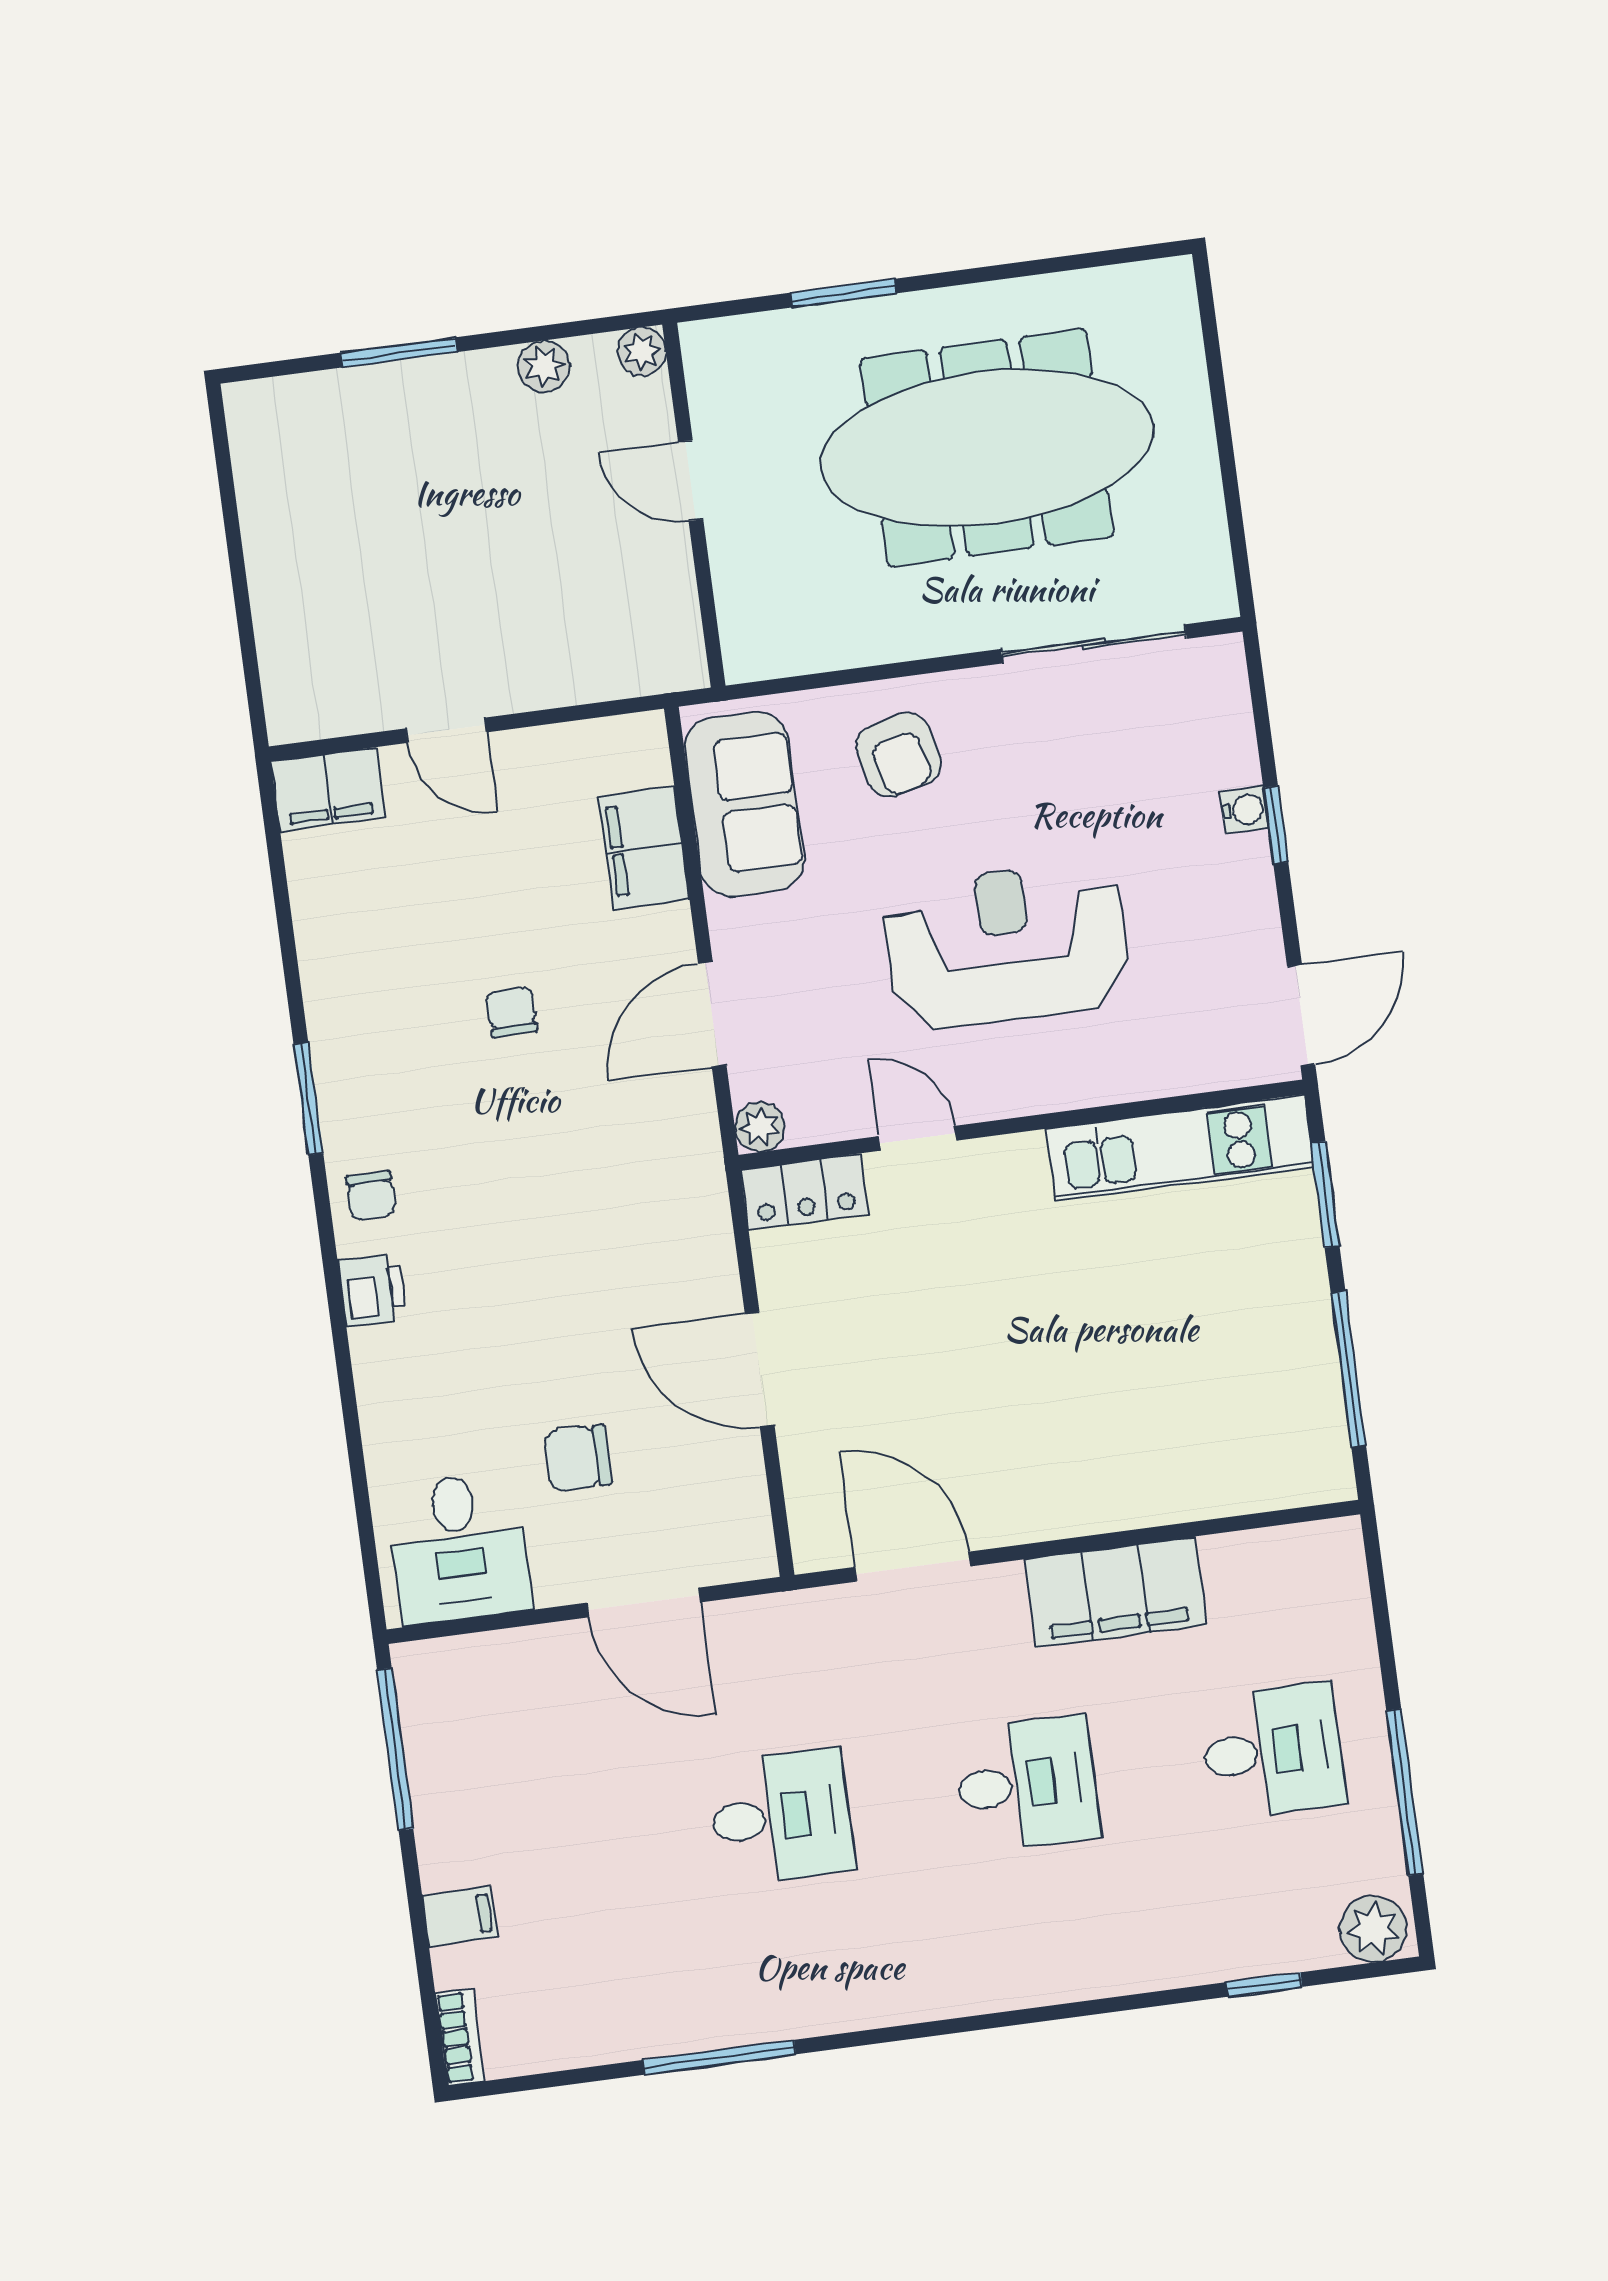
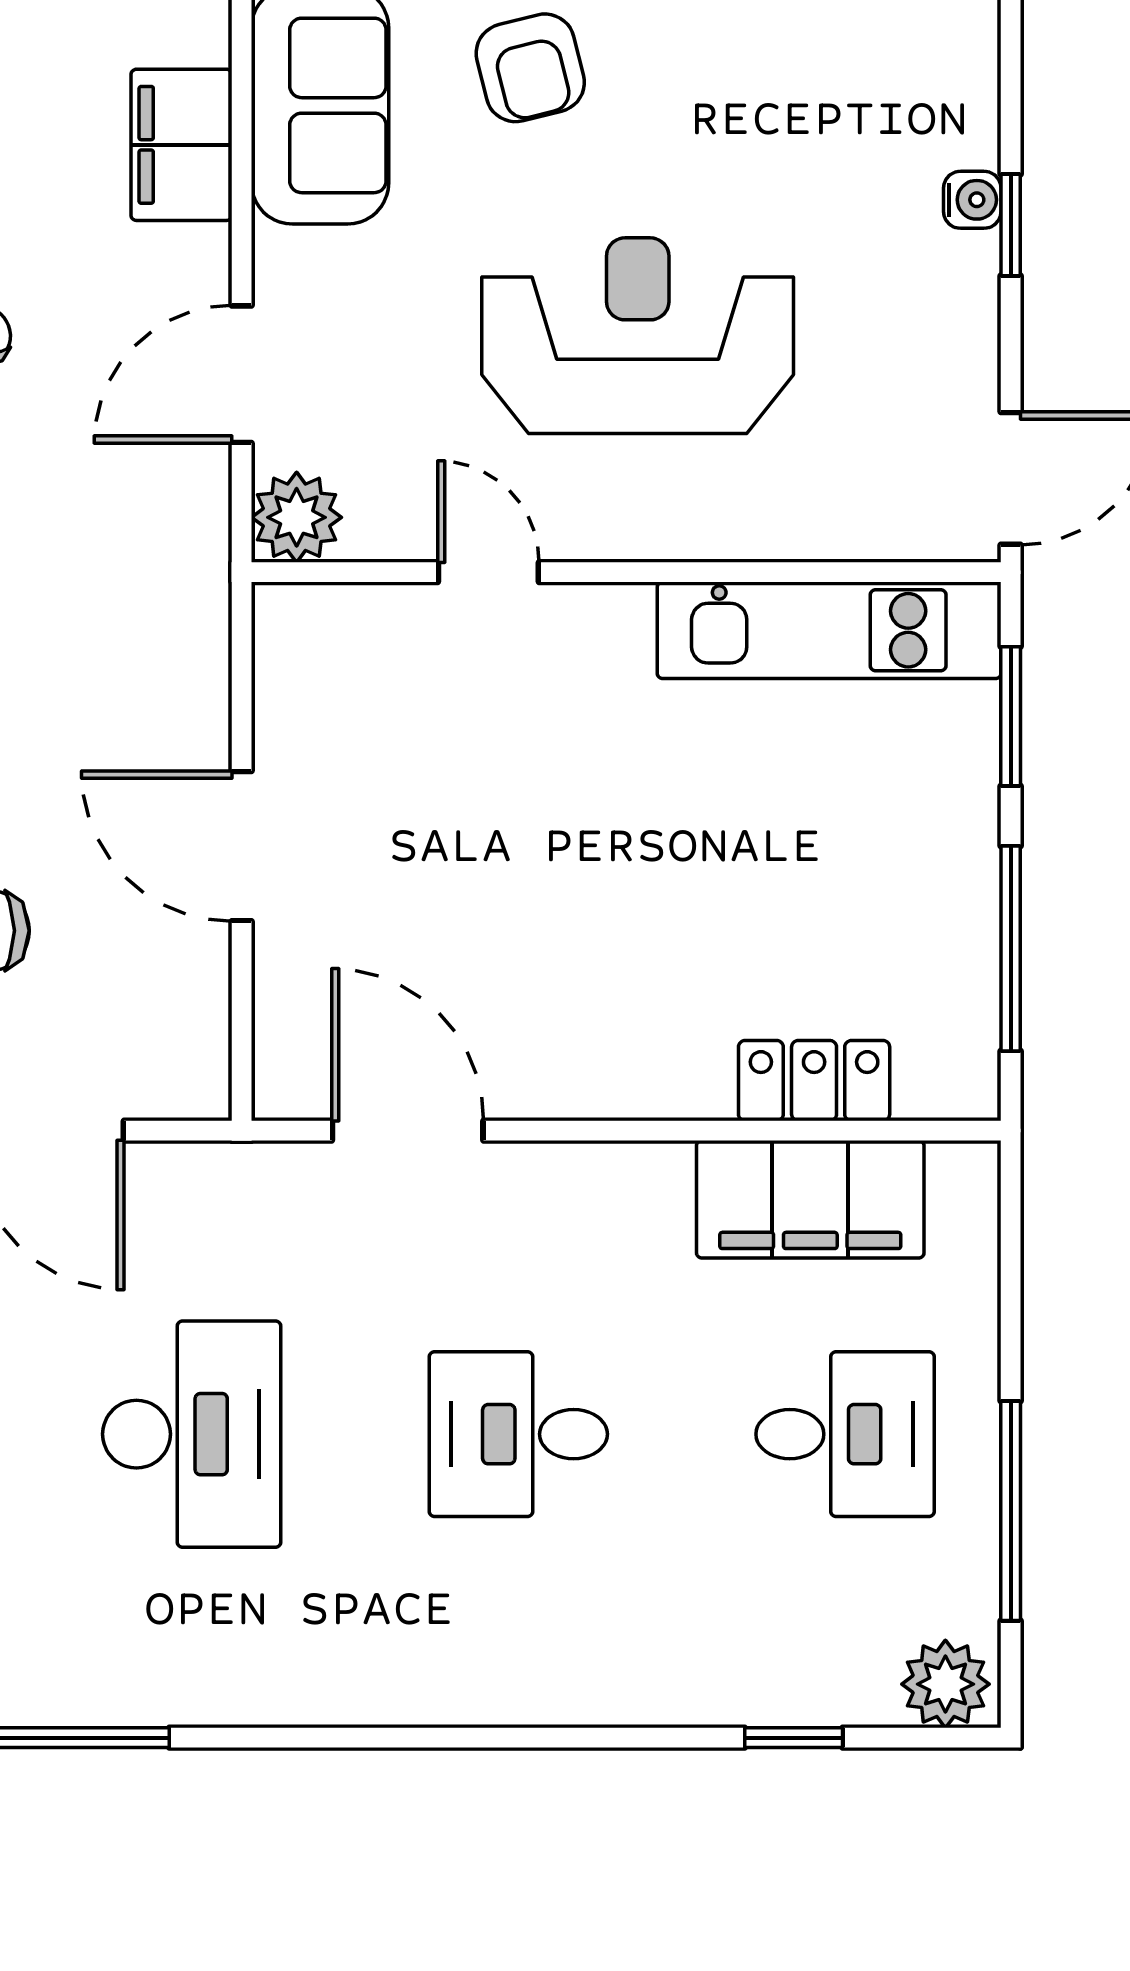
plant: (760, 1127) -> (297, 517), width x1.38, depth x1.38
locker: (804, 1192) -> (814, 1081), moved, turned 180
filing cabinet: (1115, 1592) -> (810, 1199), moved
desk: (1027, 1784) -> (518, 1434), turned 180
desk: (781, 1817) -> (192, 1434), width x1.37

